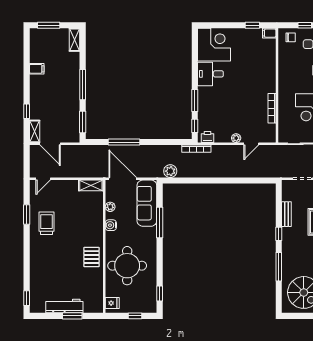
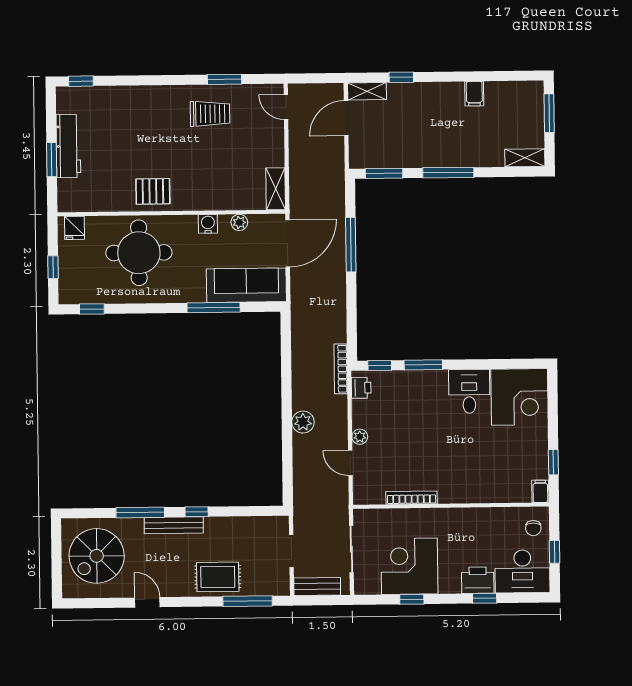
plant: (170, 171) -> (303, 422), moved
bench: (286, 214) -> (174, 525), moved, width x1.36

